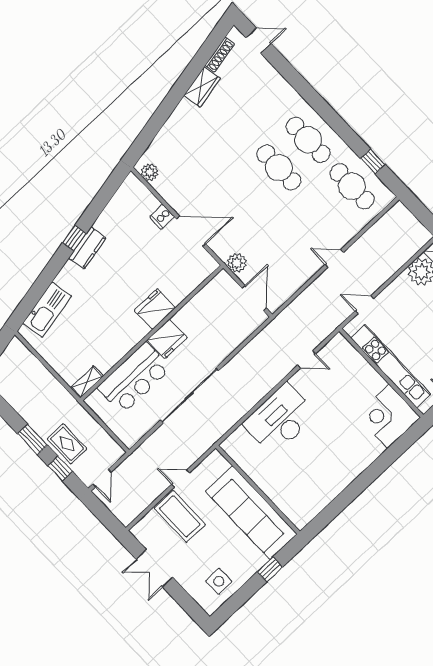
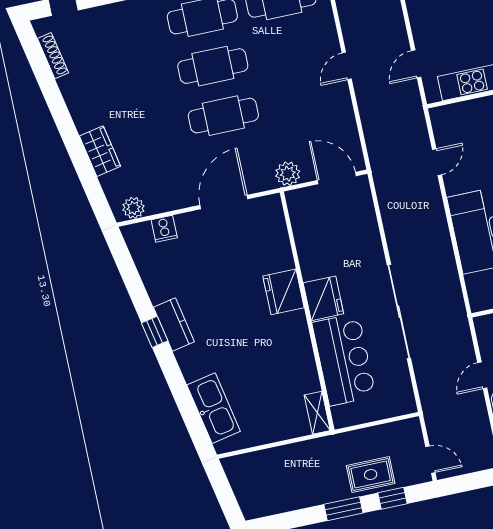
wardrobe: (202, 87) -> (100, 151), moved
cafe table: (250, 195) -> (223, 116), added
cooker: (162, 217) -> (164, 229), moved

